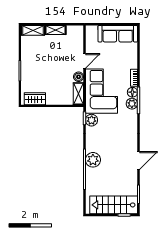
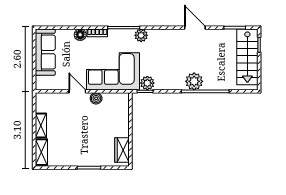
floor lamp: (132, 92) -> (80, 35), moved
shelving: (78, 94) -> (116, 99), removed
plant: (132, 104) -> (141, 35), moved

